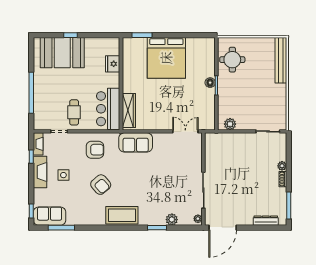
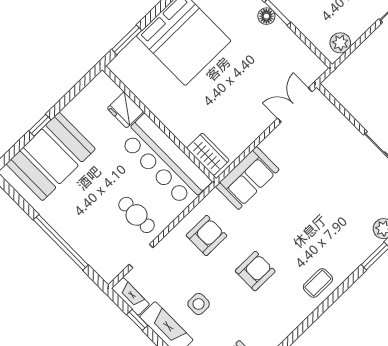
bar counter: (108, 109) -> (165, 161), width x1.36
wardrobe: (129, 111) -> (208, 154), width x0.67
armchair: (101, 185) -> (255, 271), turned -49
coffee table: (122, 215) -> (318, 283), width x0.54, depth x0.58

